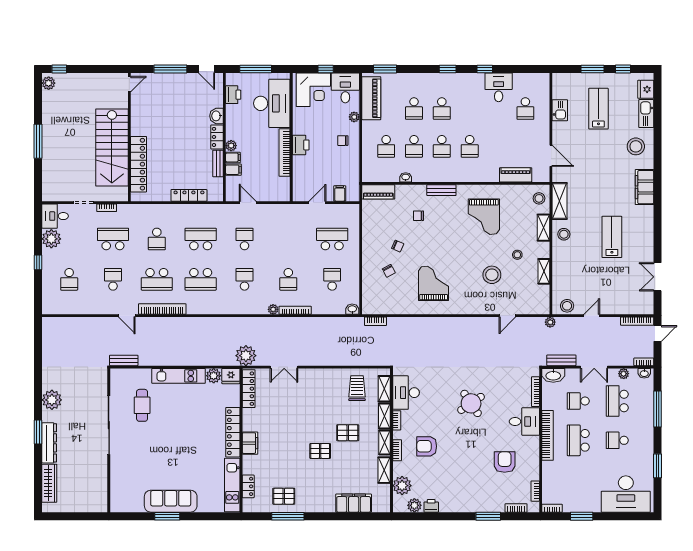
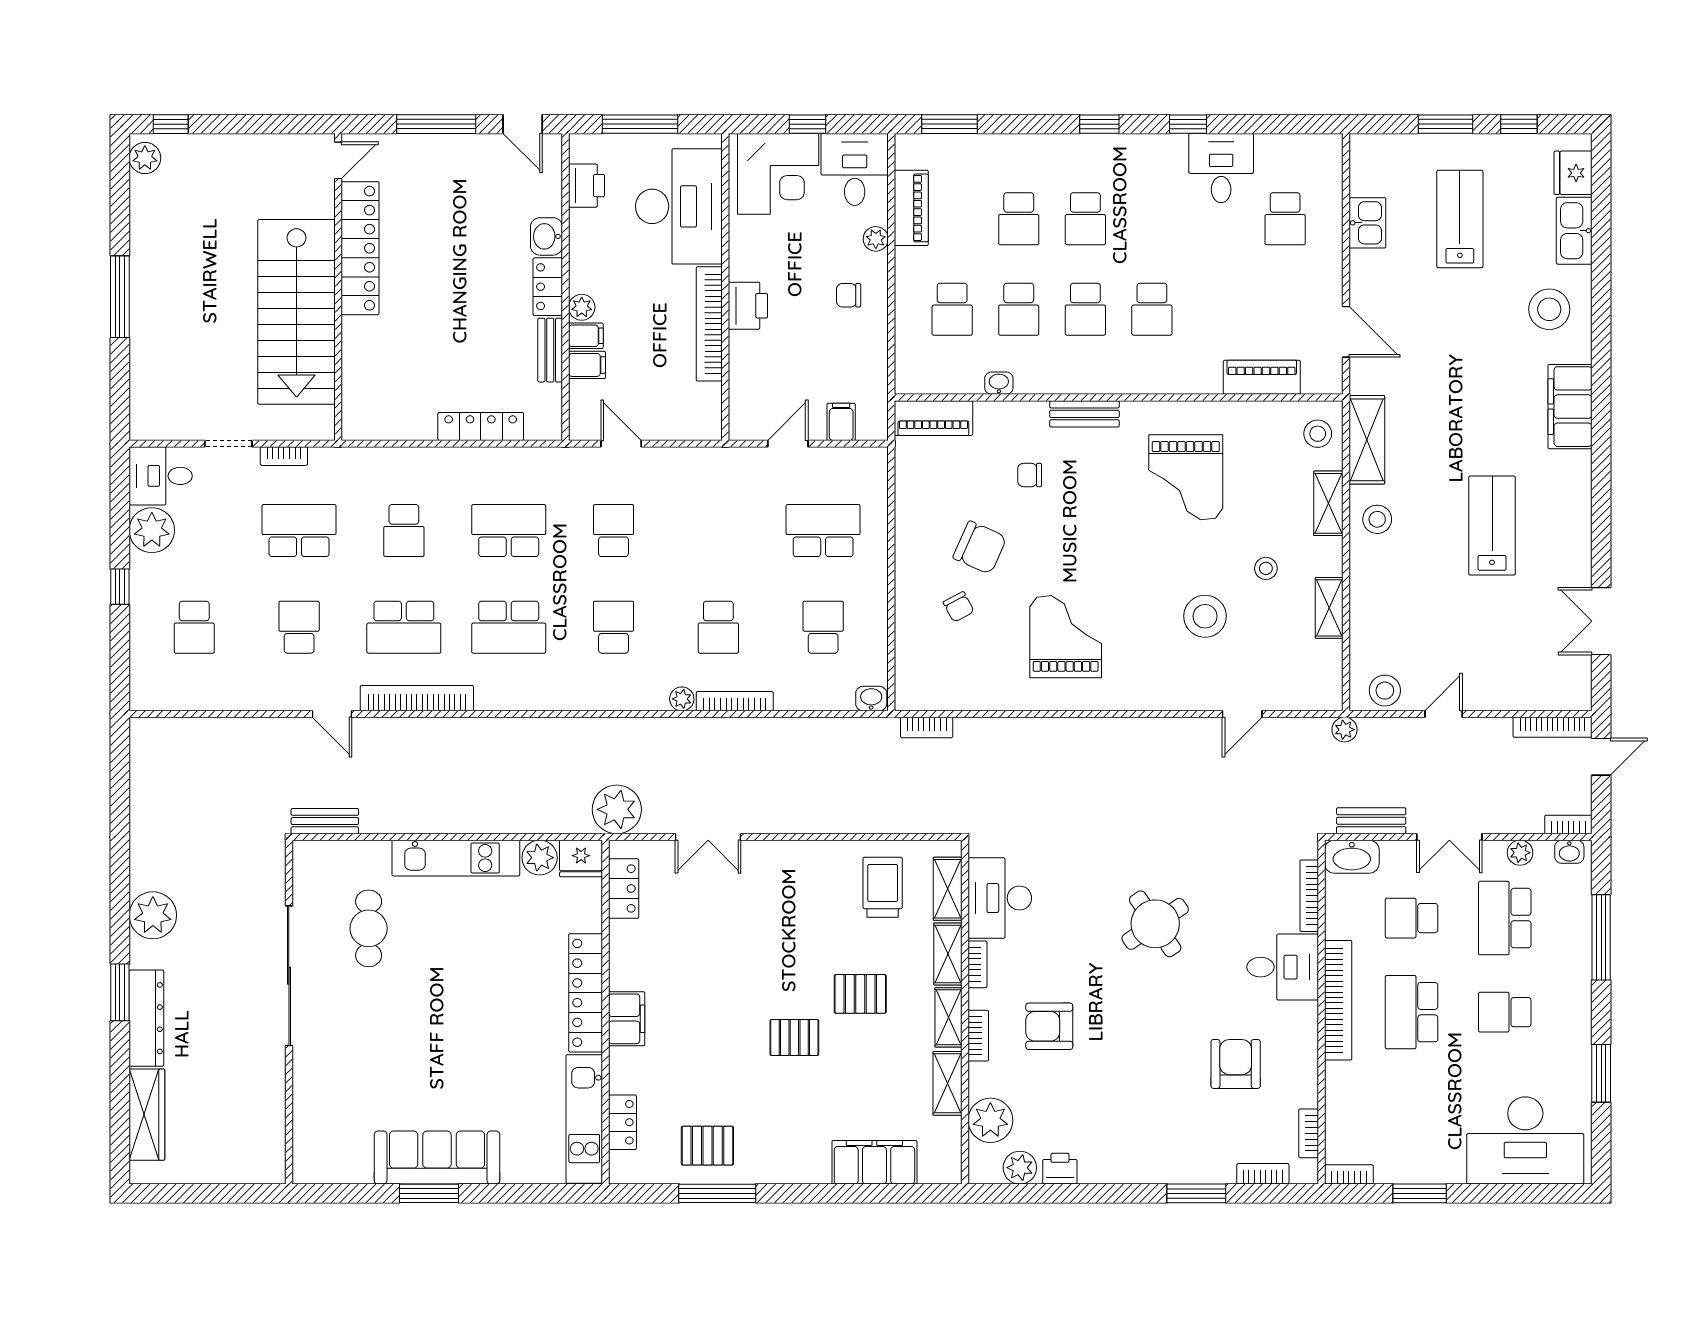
piano: (371, 98) -> (911, 208), width x0.73, depth x0.75
locker: (138, 164) -> (360, 248), moved
chair: (398, 246) -> (980, 548), width x1.87, depth x1.87
locker: (249, 389) -> (624, 889), width x0.66

